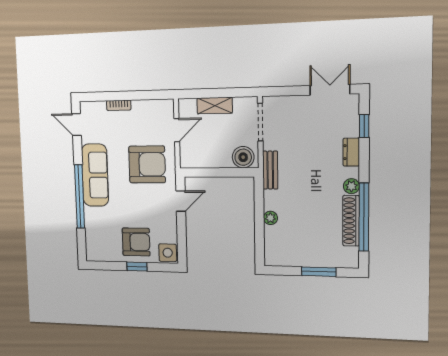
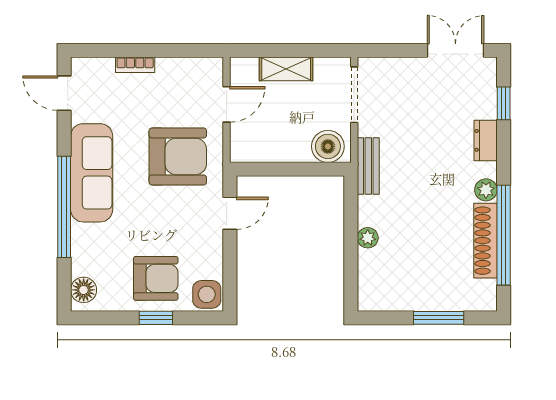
floor lamp: (93, 248) -> (84, 290), added

